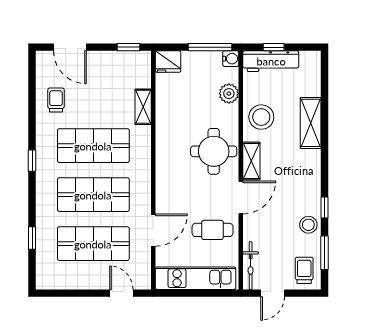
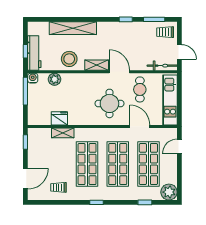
fridge: (168, 62) -> (59, 118), moved, turned -90
shelving: (311, 123) -> (73, 28), width x1.47
round table: (214, 151) -> (109, 103), moved
stool: (308, 225) -> (137, 30), removed
plant: (49, 277) -> (169, 192), added

